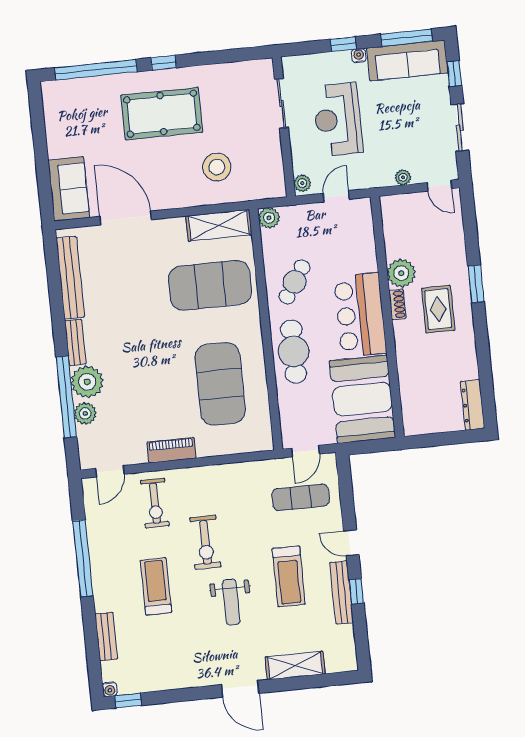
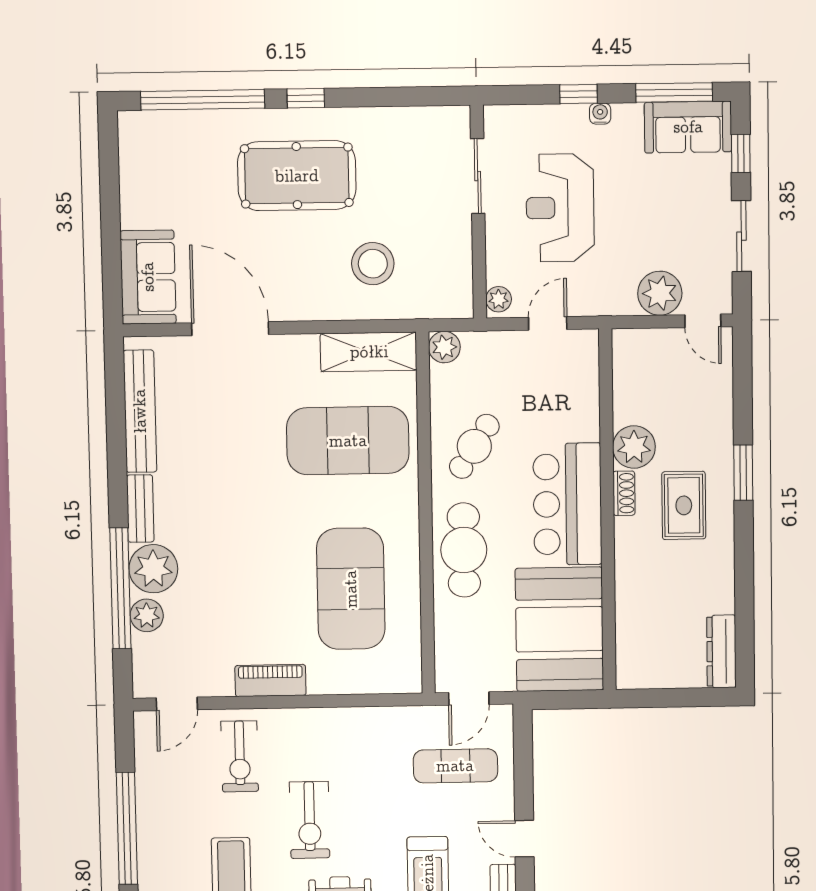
sofa: (407, 60) -> (688, 127), width x0.73
plant: (403, 177) -> (660, 293), width x1.88, depth x1.88

